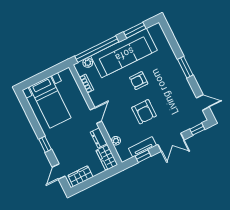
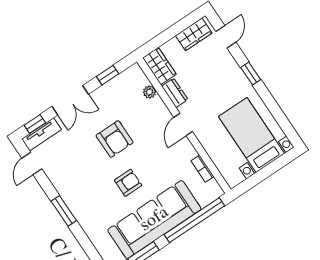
plant: (88, 63) -> (205, 199), removed
door: (203, 102) -> (32, 163), hinge flipped
armchair: (144, 112) -> (115, 139), turned 180
double door: (171, 142) -> (70, 100), swing flipped
tv unit: (142, 147) -> (41, 134), moved

